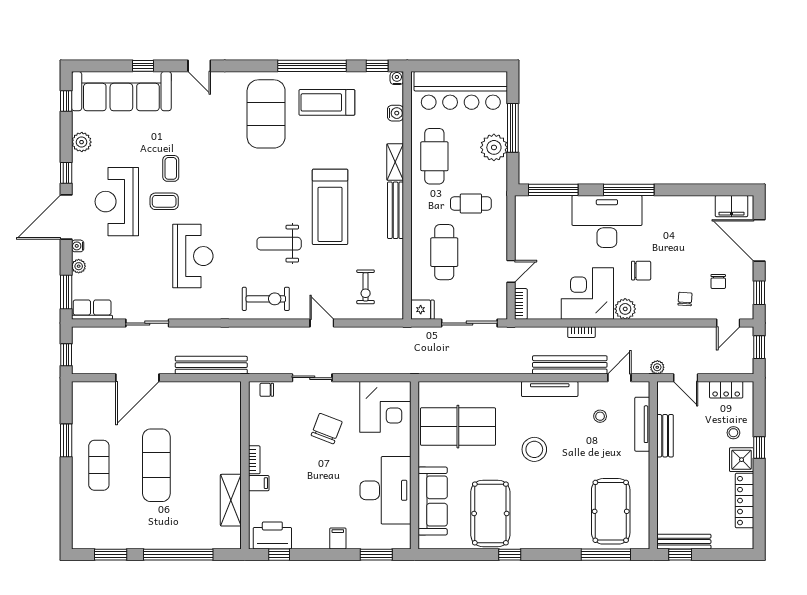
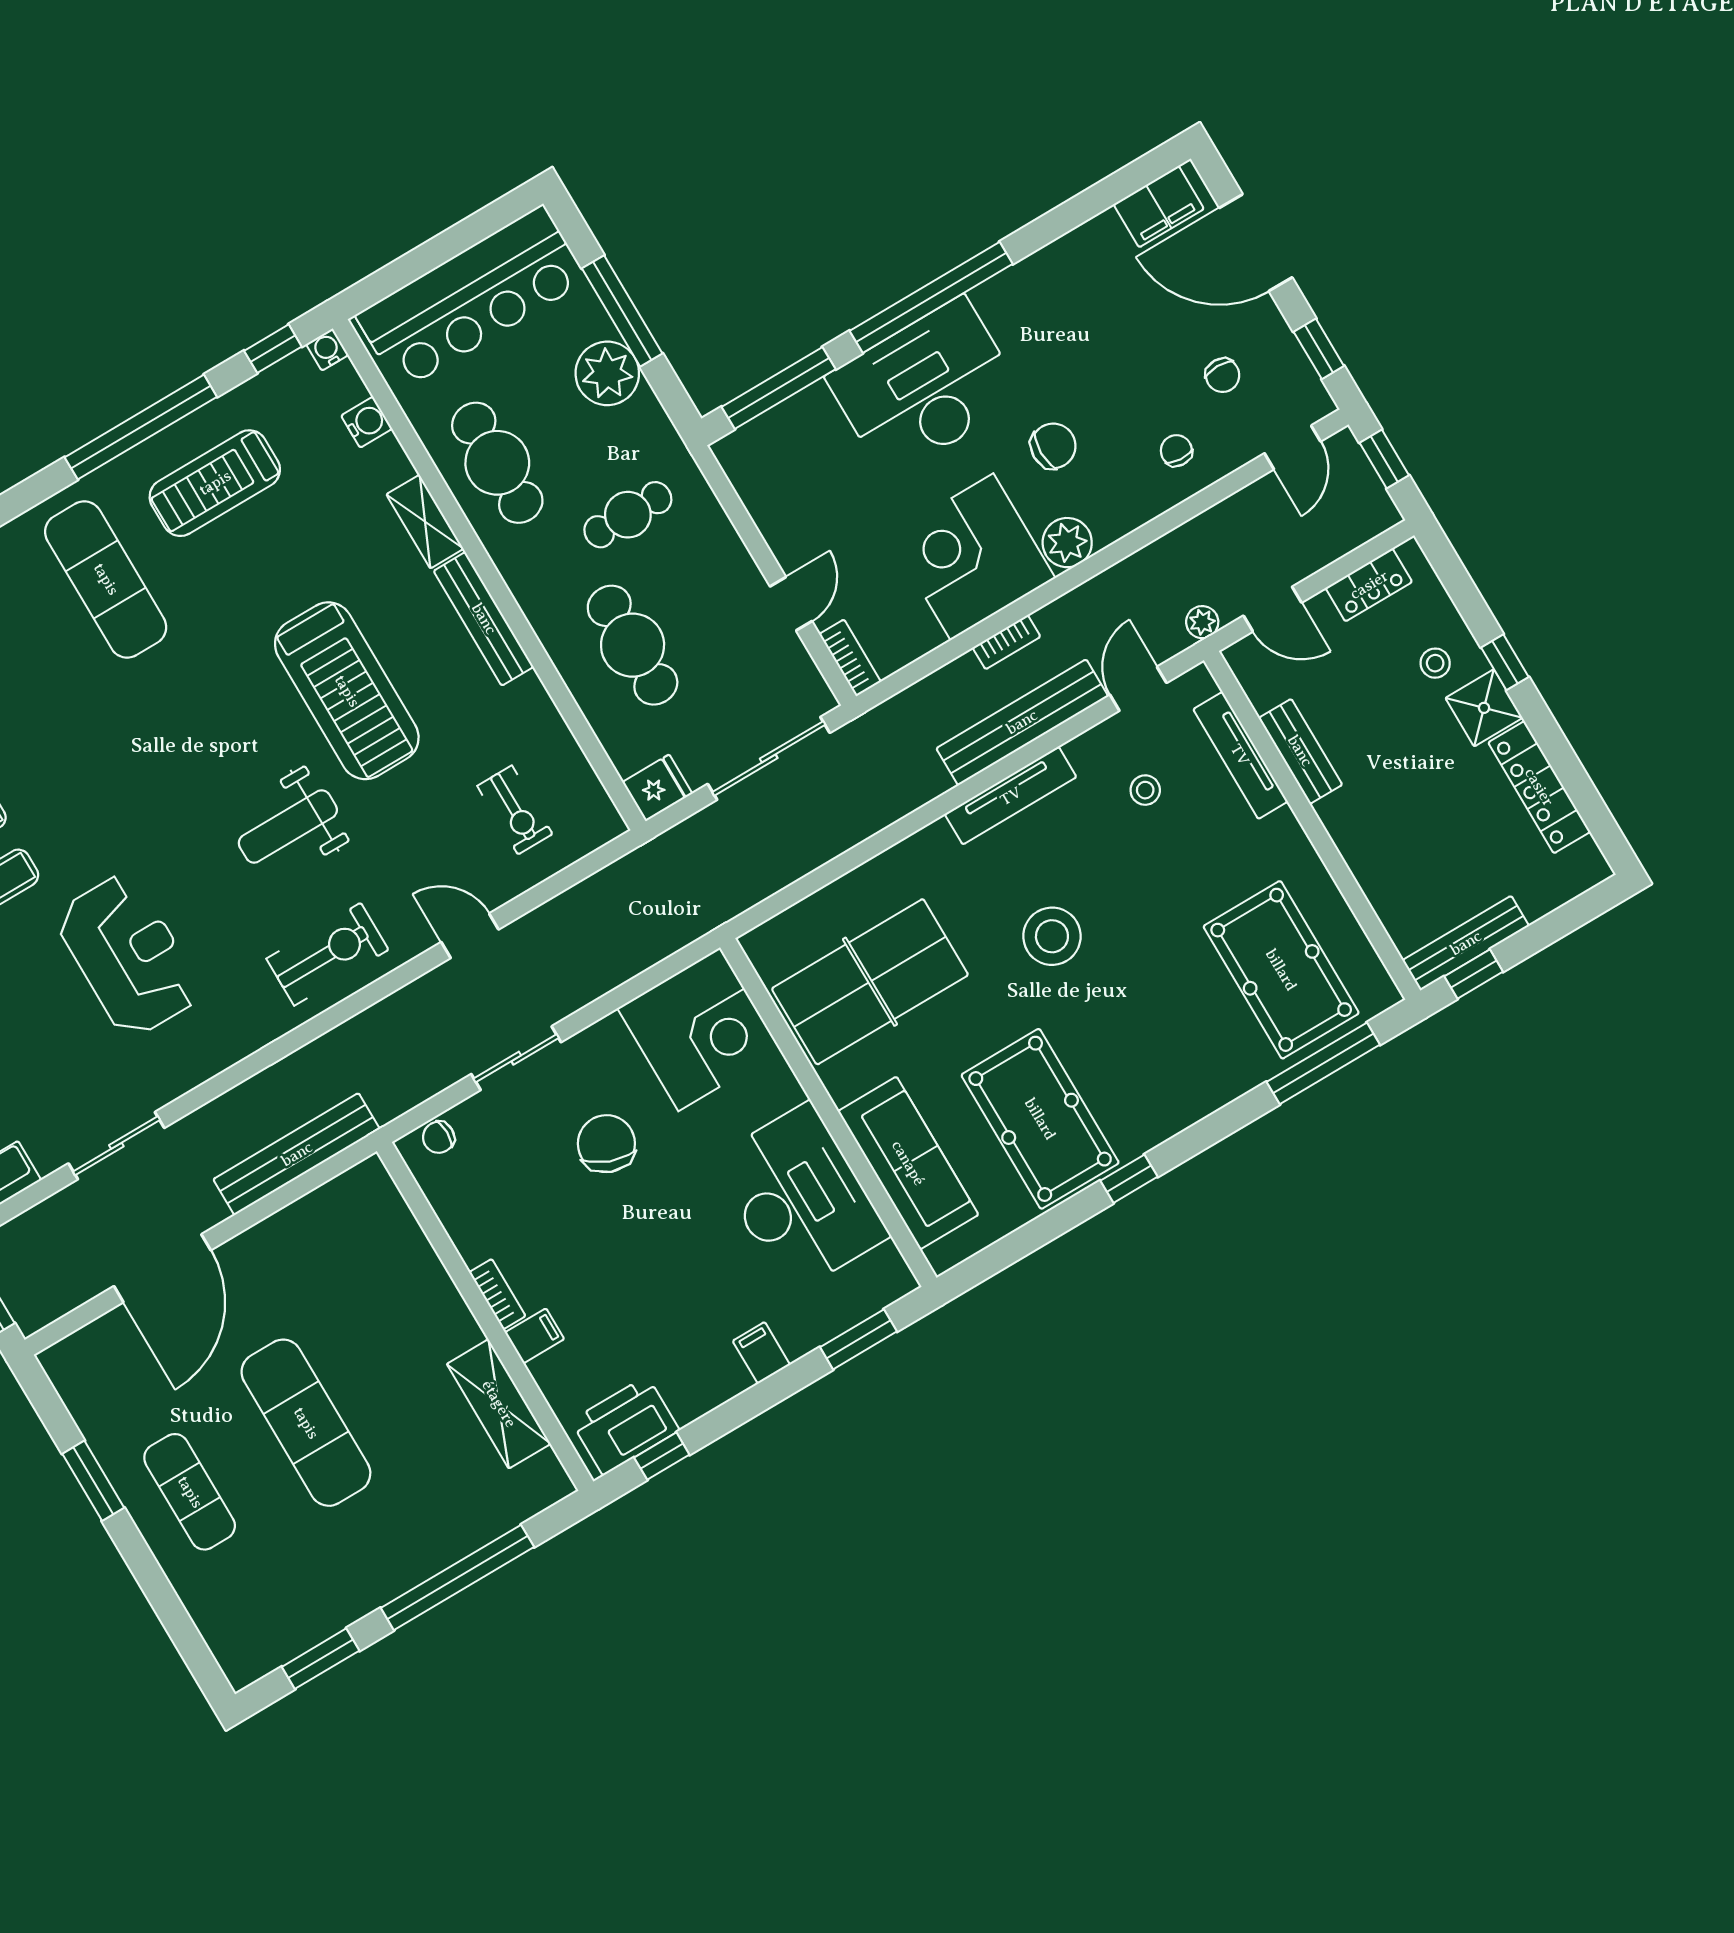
exercise mat: (266, 114) -> (106, 579), width x0.68
window: (629, 190) -> (931, 297), width x1.46

